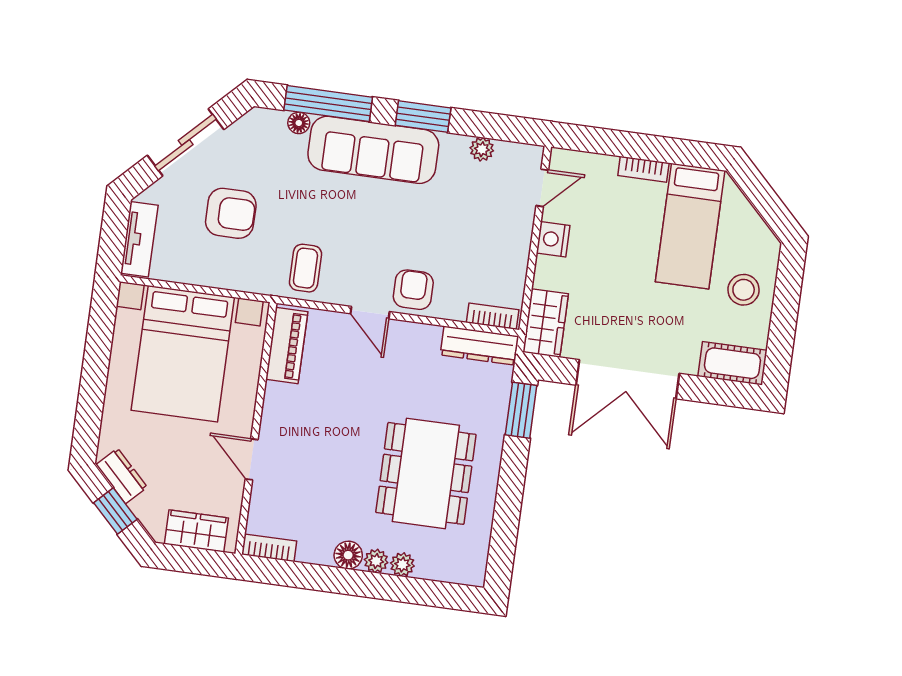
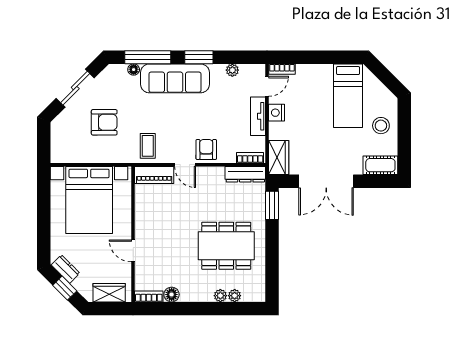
bookcase: (643, 169) -> (282, 69), moved
tv unit: (139, 239) -> (258, 116), moved, turned 180
piano: (287, 345) -> (154, 175), moved, turned 90
dining table: (426, 473) -> (226, 246), turned 90
floor lamp: (348, 555) -> (172, 295), moved
plant: (376, 561) -> (235, 296), moved

